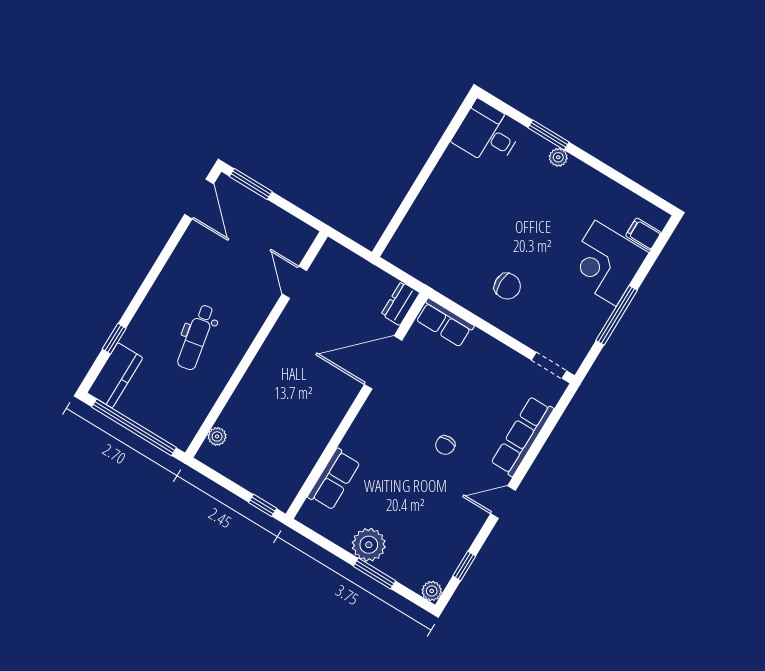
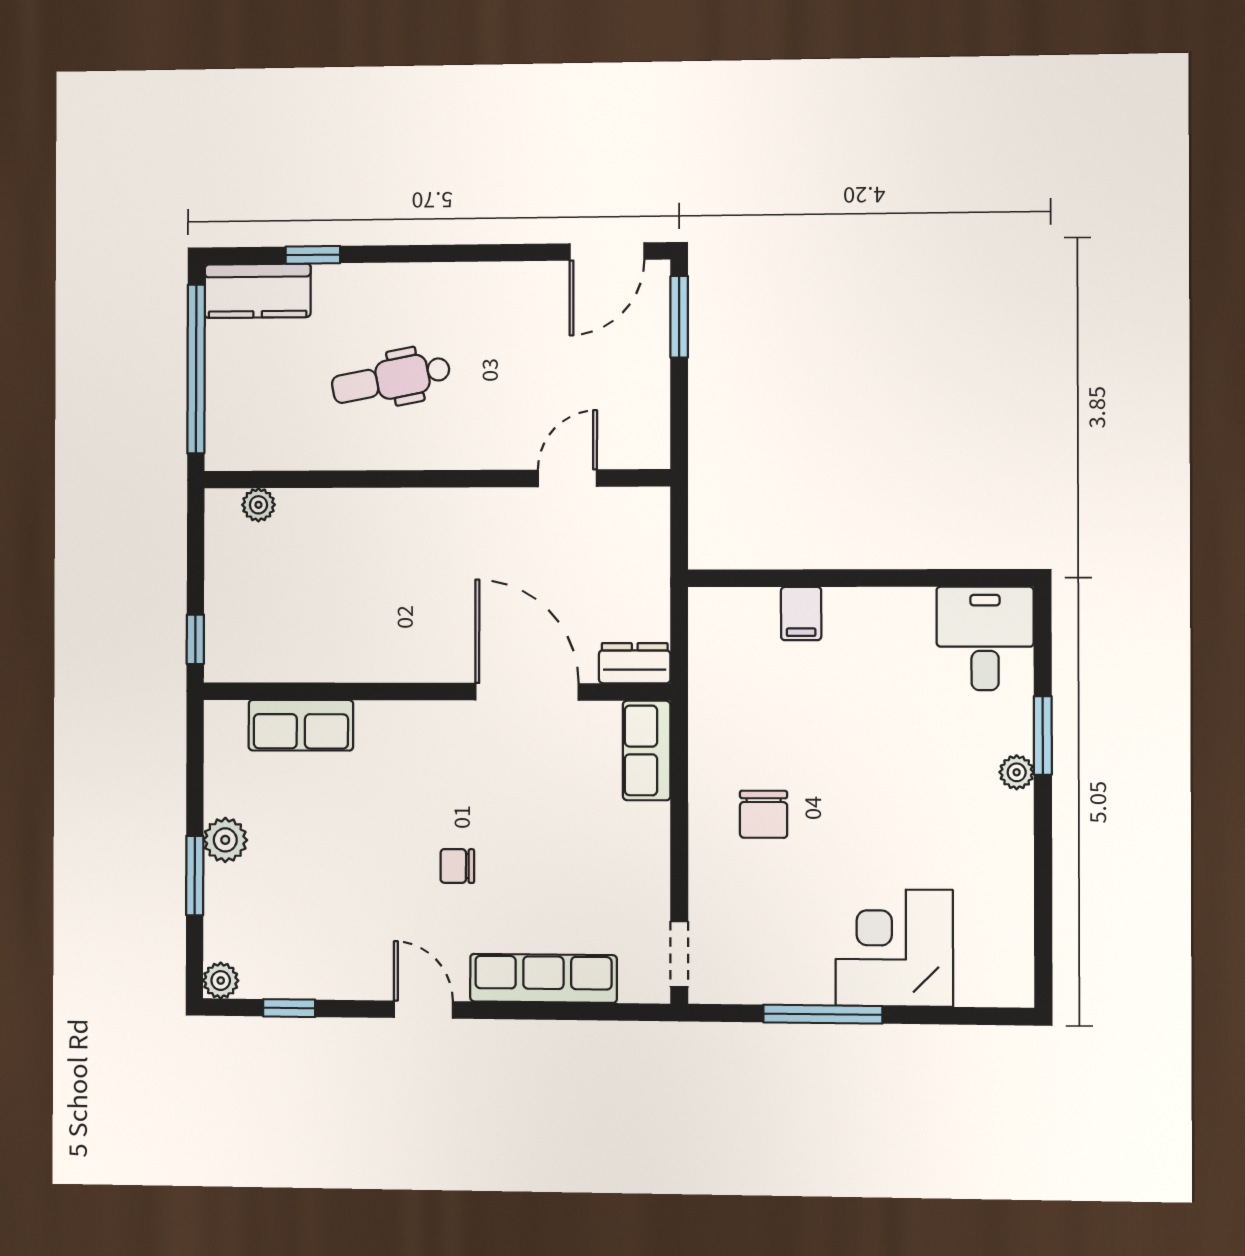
filing cabinet: (643, 234) -> (801, 614), moved, turned 180
plant: (369, 545) -> (225, 840), width x0.73, depth x0.73

